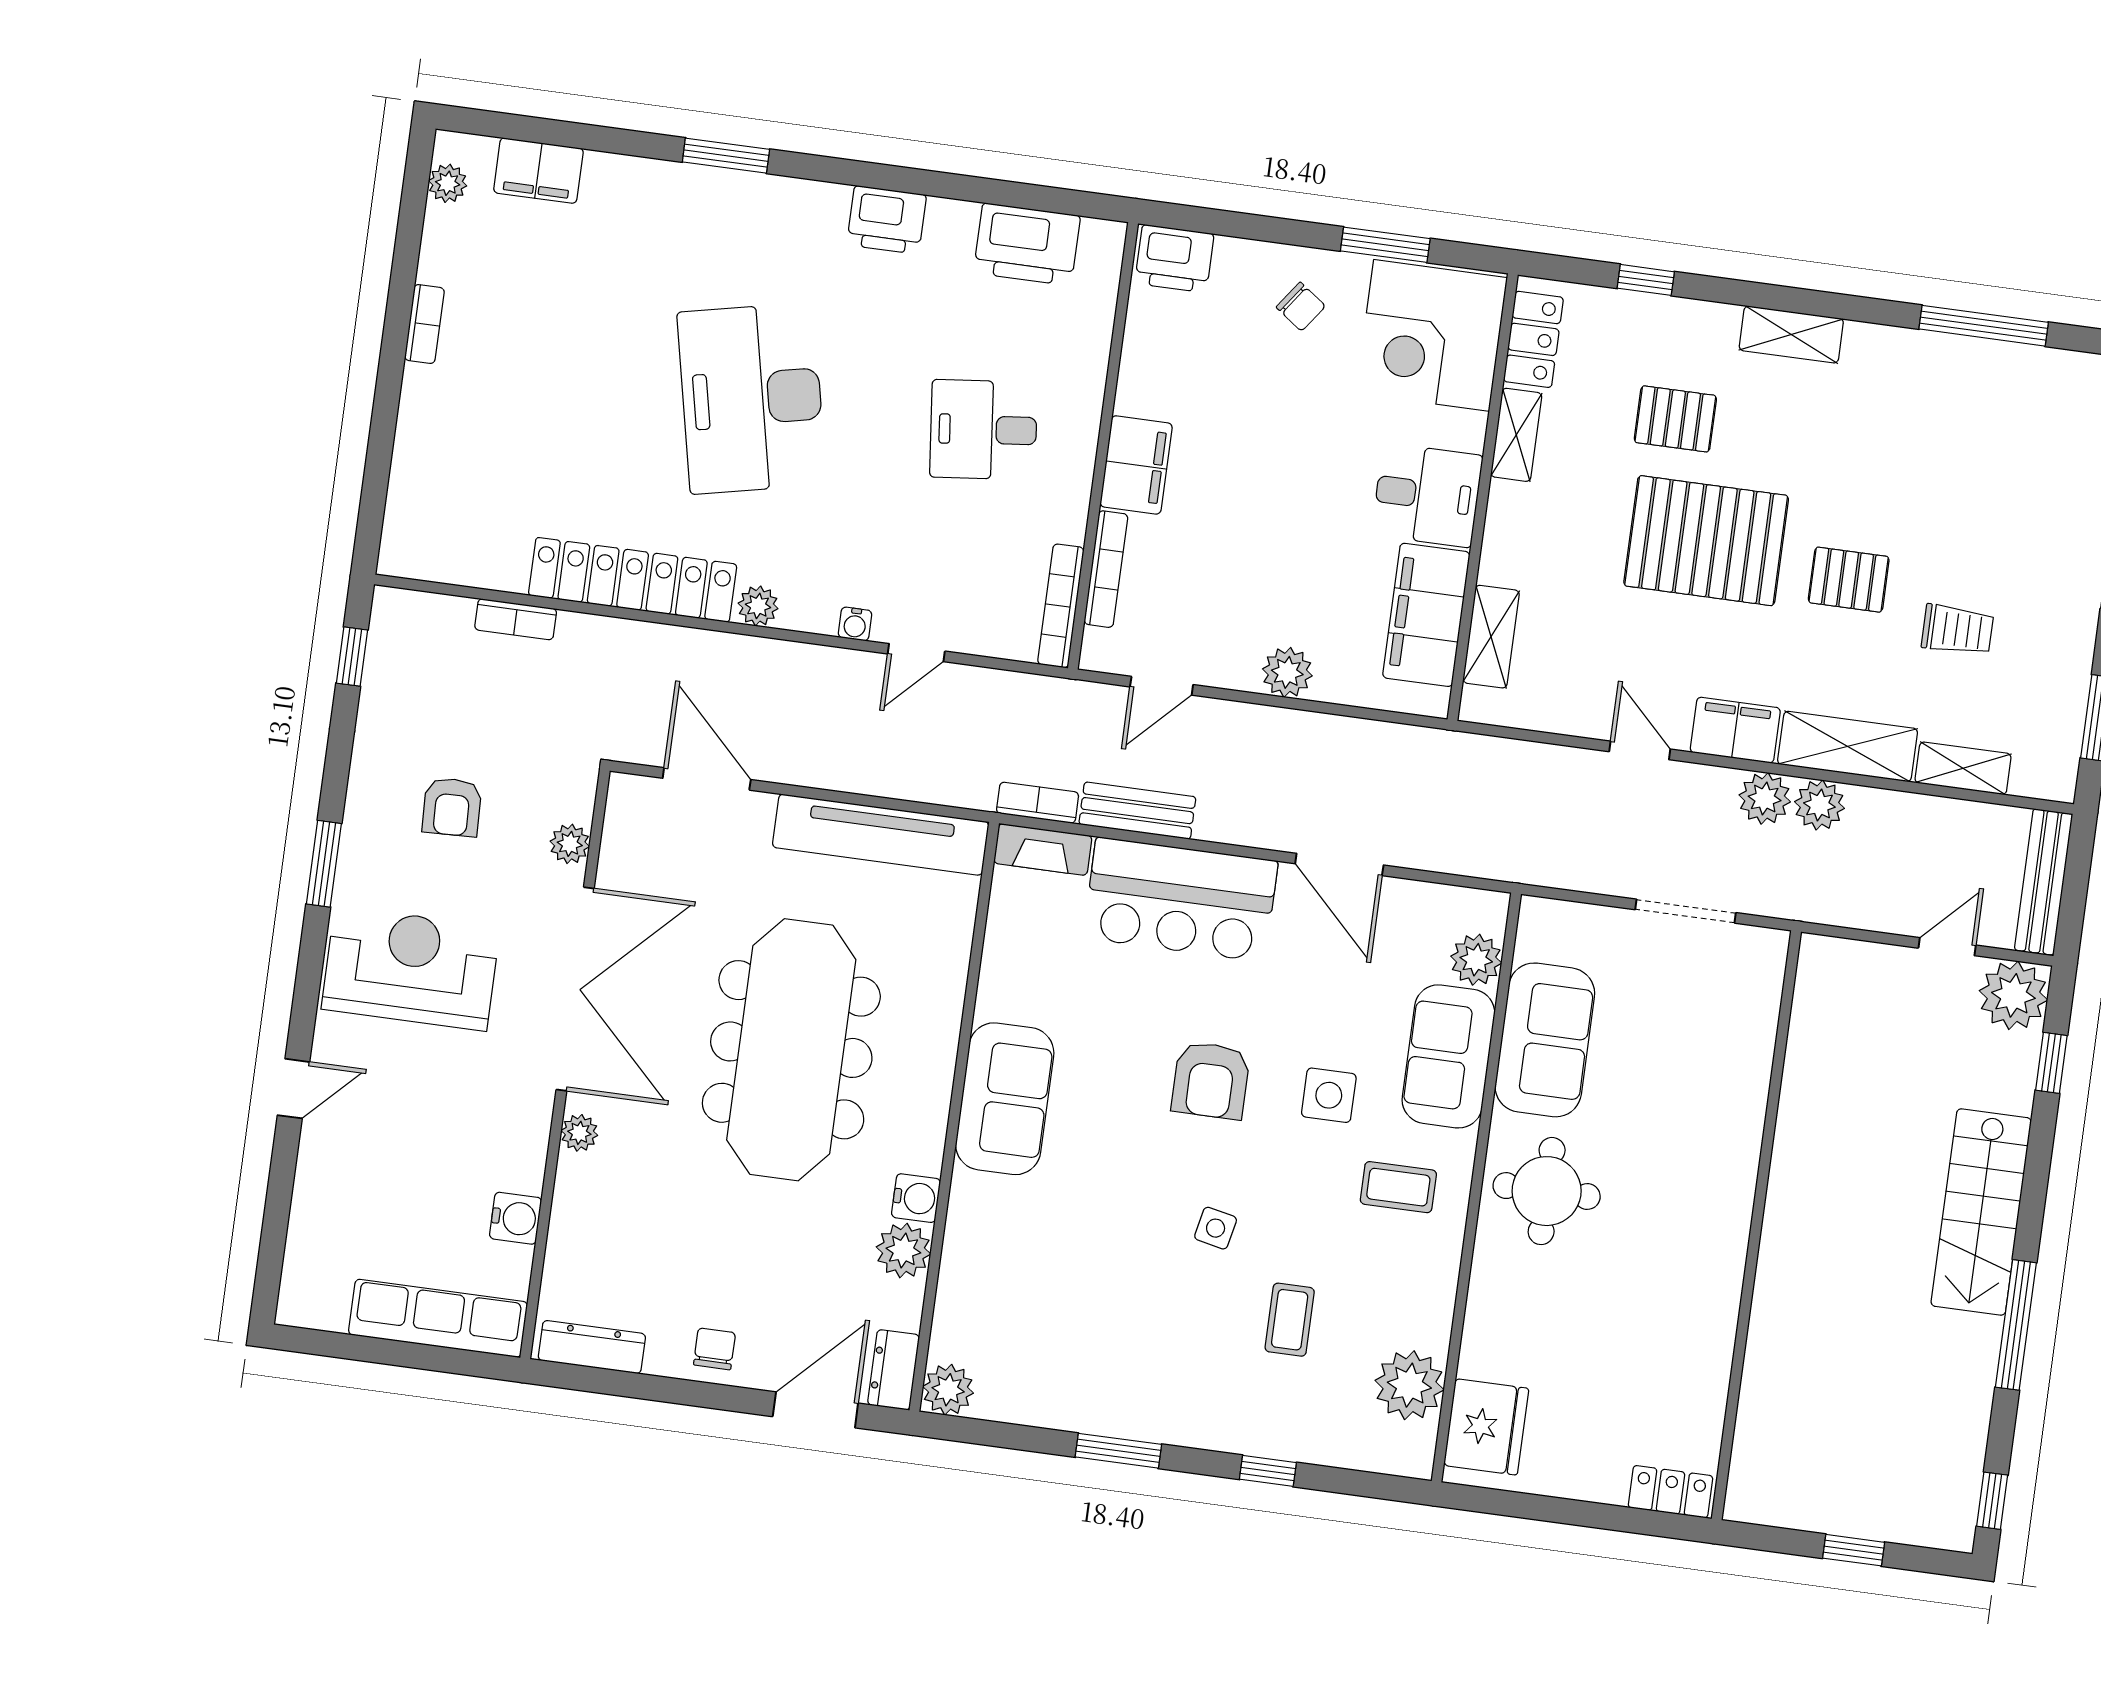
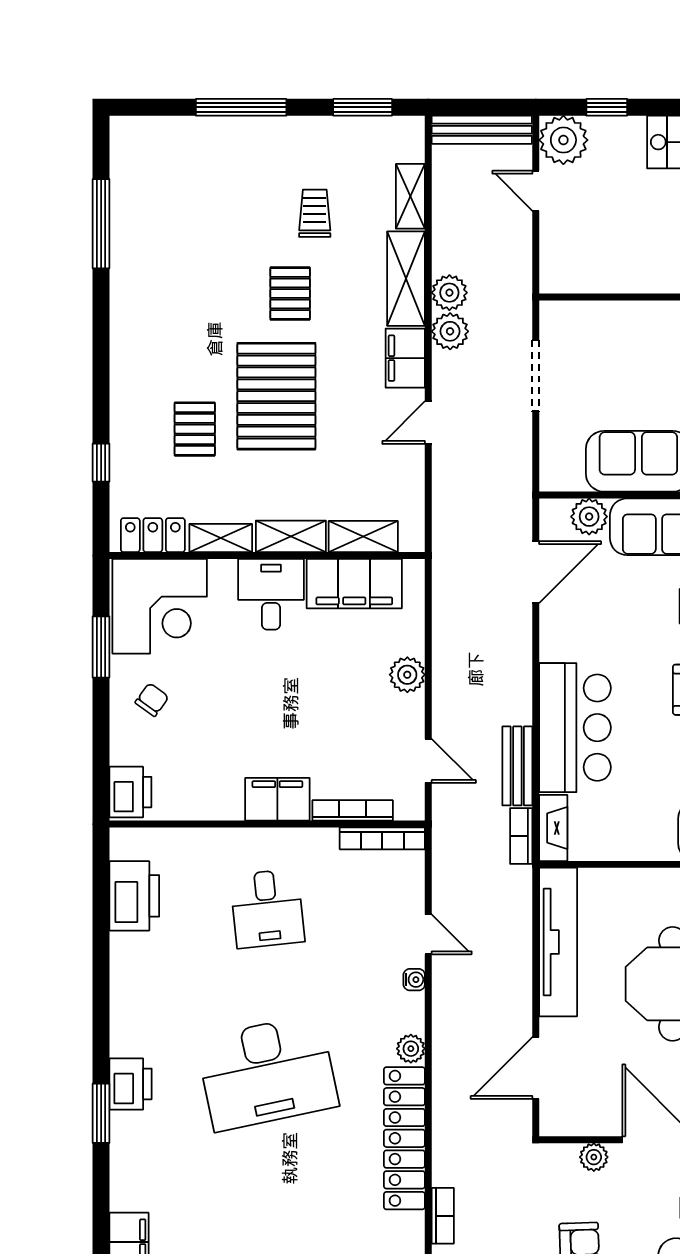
printer: (887, 220) -> (131, 1084), moved
shelving: (1791, 334) -> (291, 536), moved, turned 90
door: (1339, 864) -> (536, 572), moved

